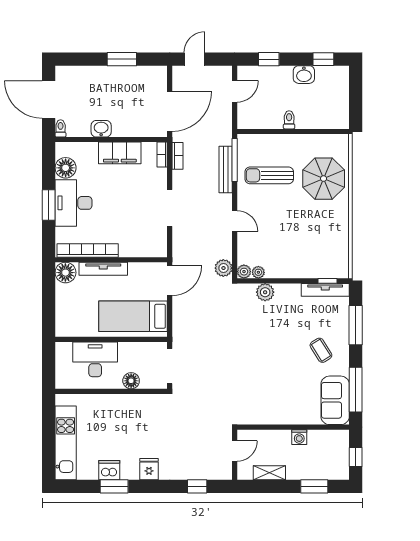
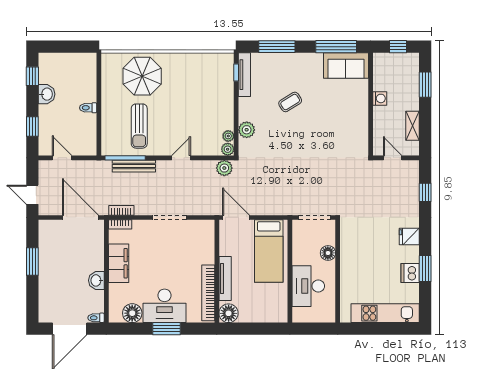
coffee table: (321, 350) -> (290, 102), moved

